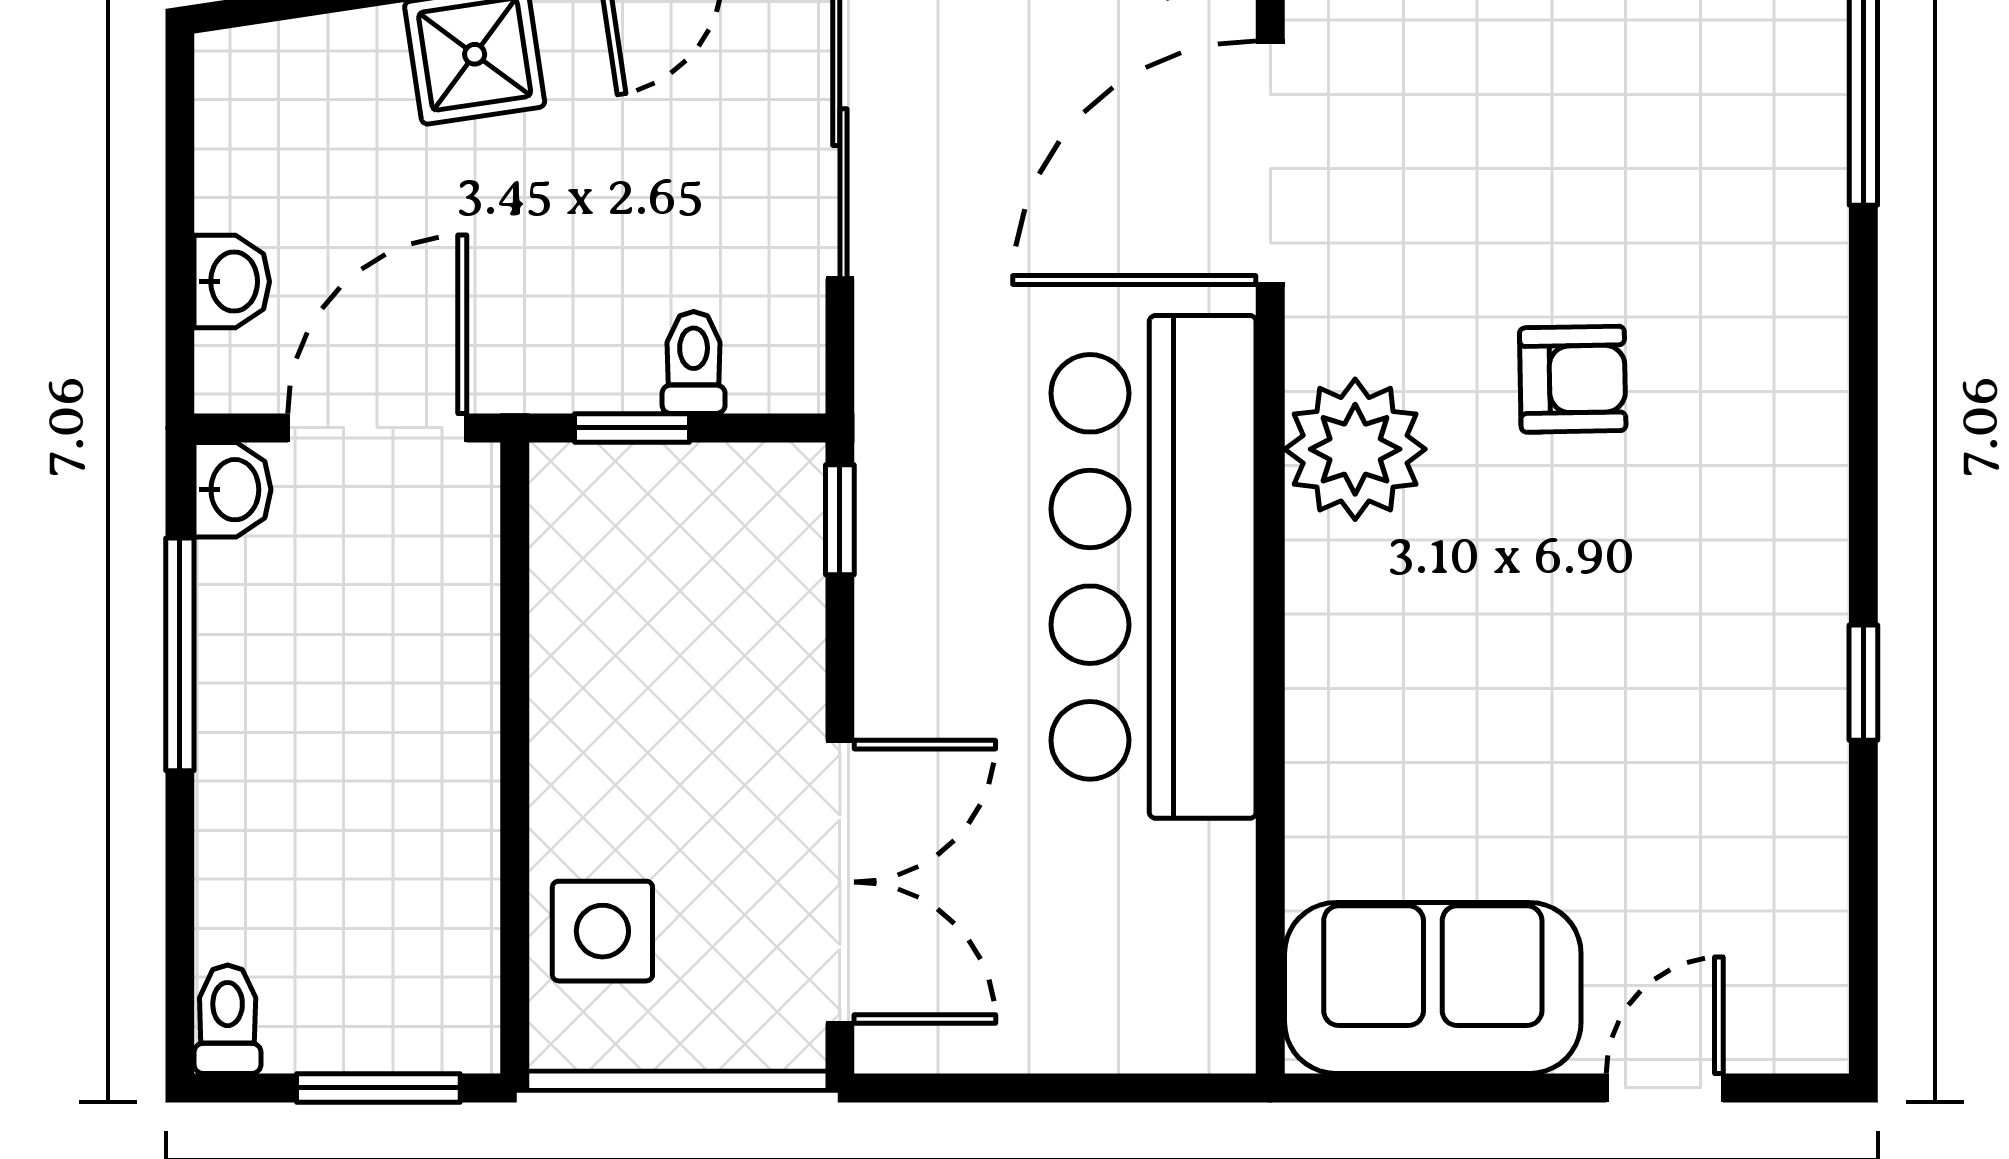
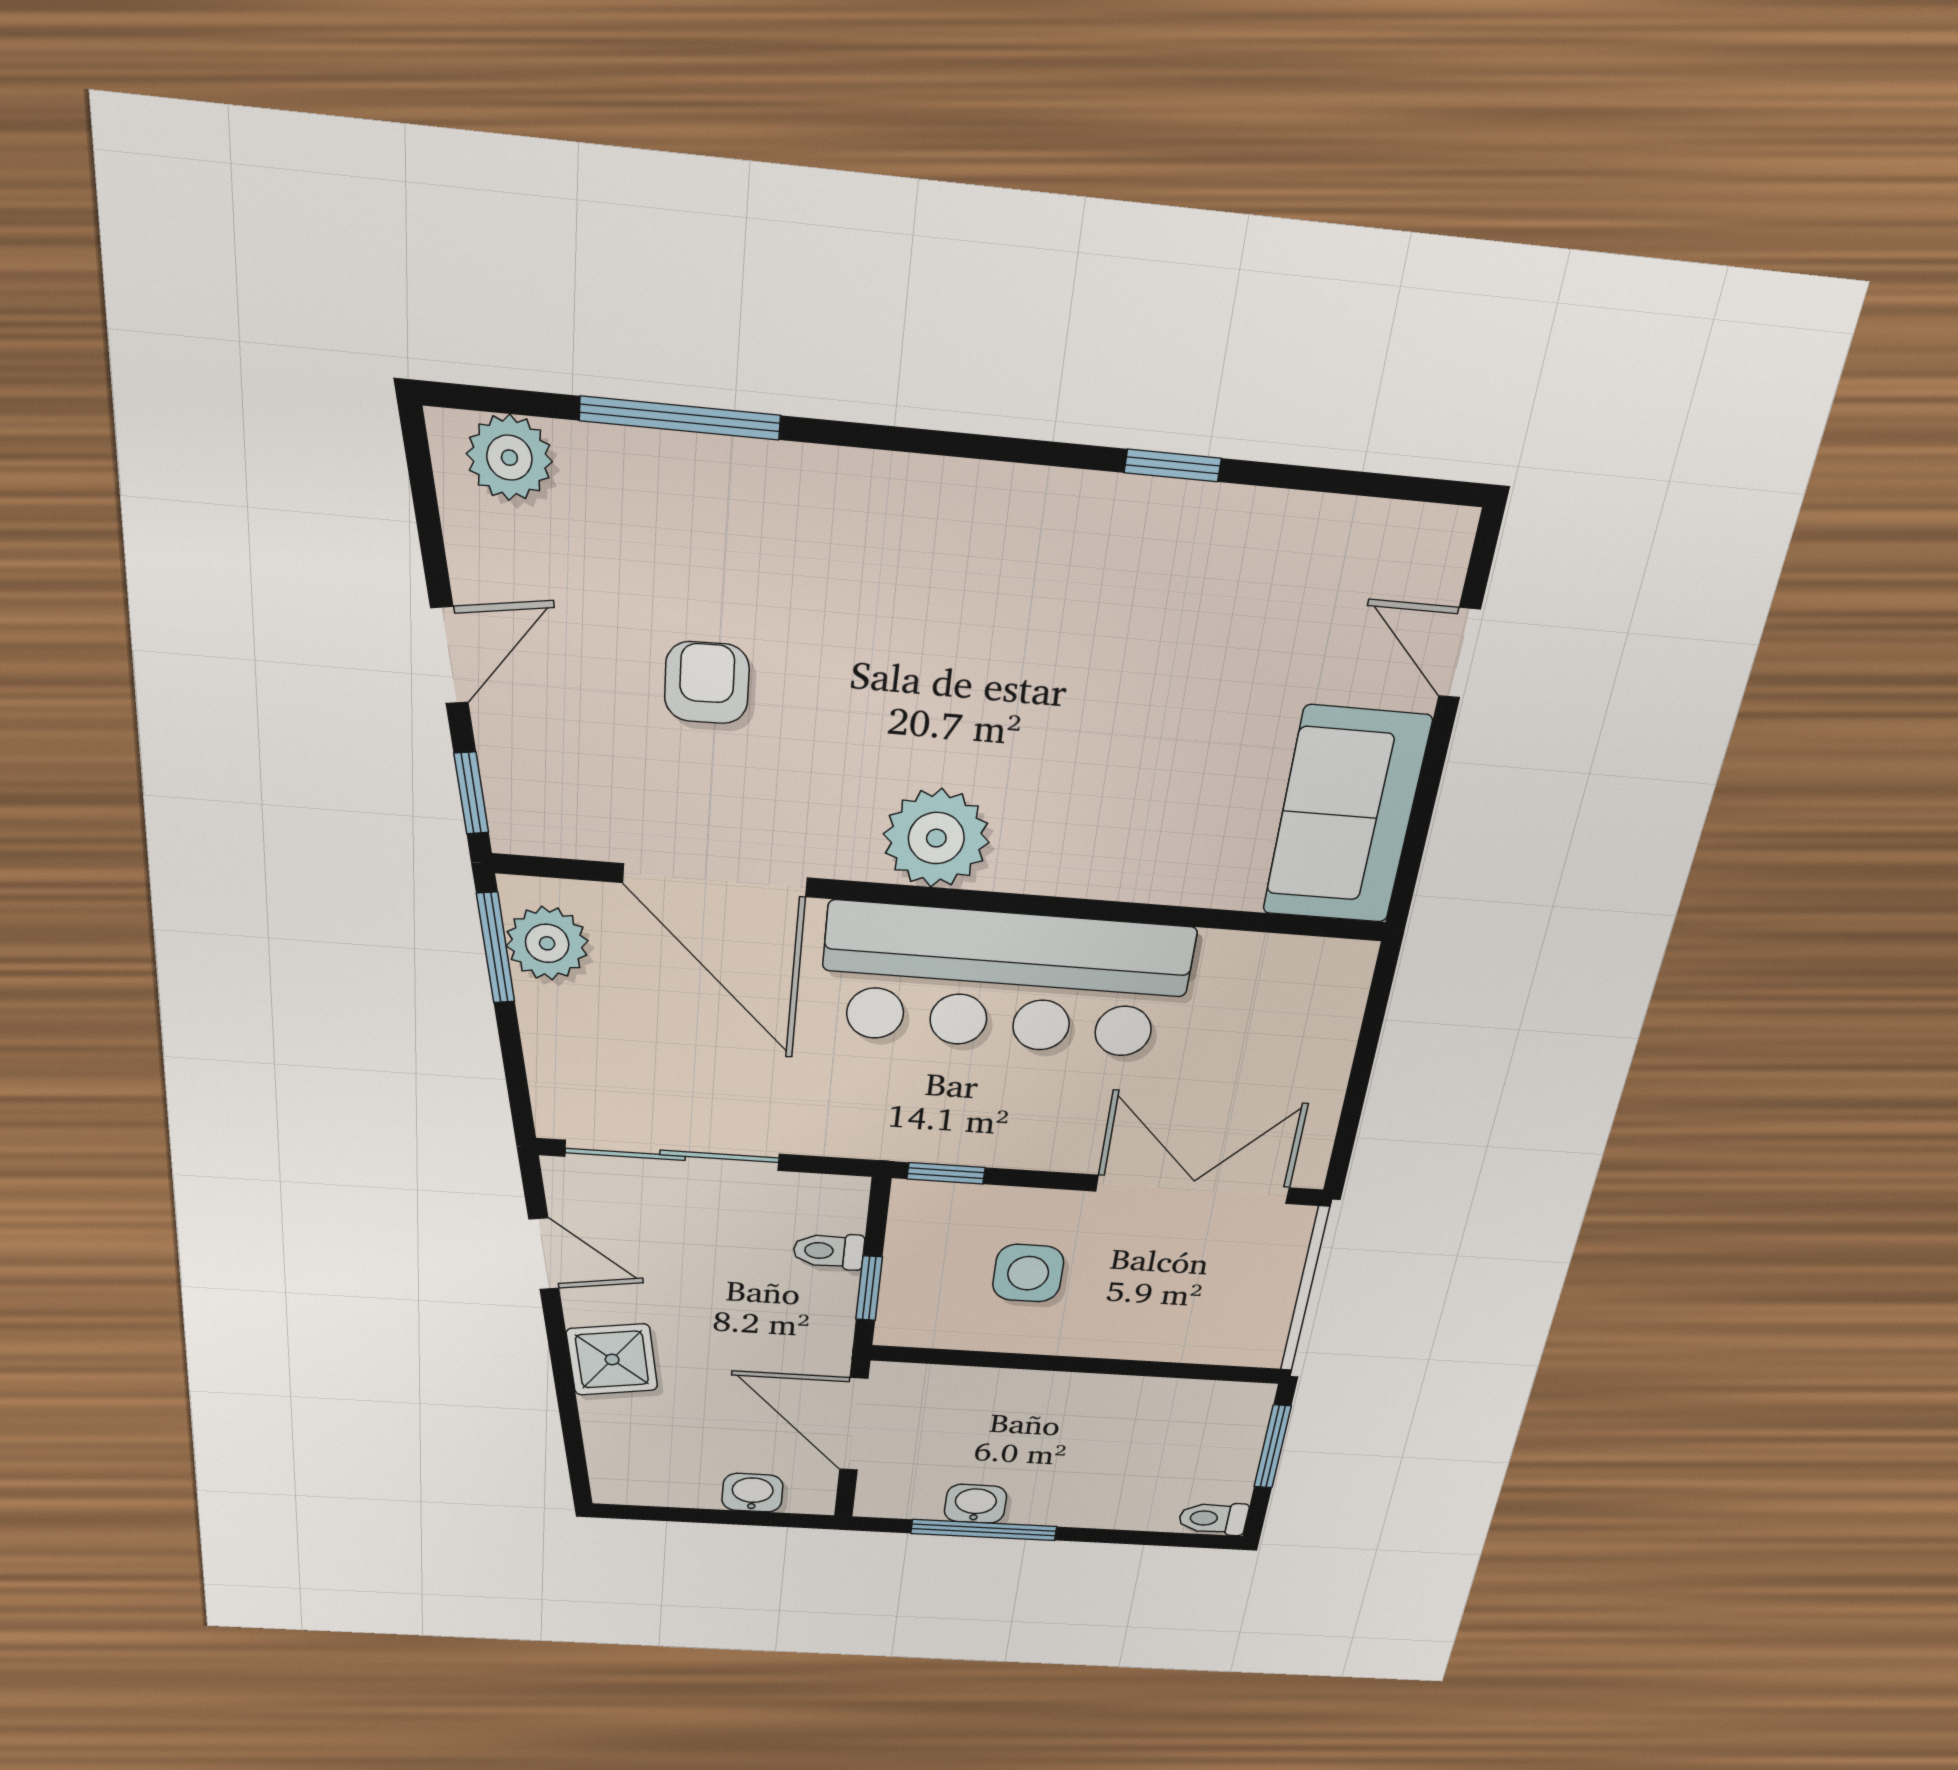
armchair: (1573, 379) -> (707, 683), moved
washbasin: (233, 490) -> (975, 1504), moved
side table: (602, 931) -> (1028, 1273), moved

